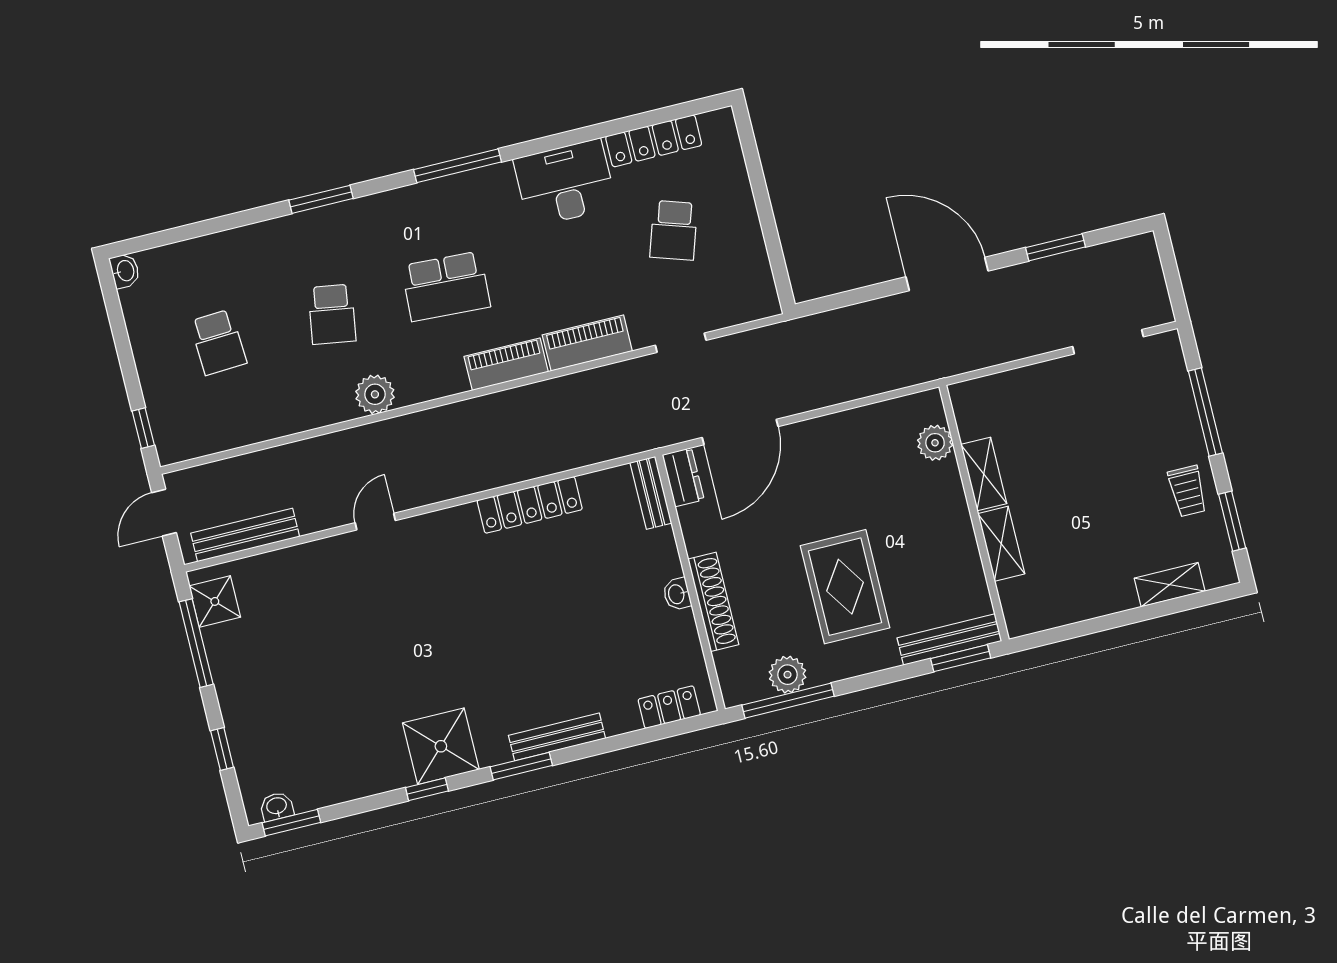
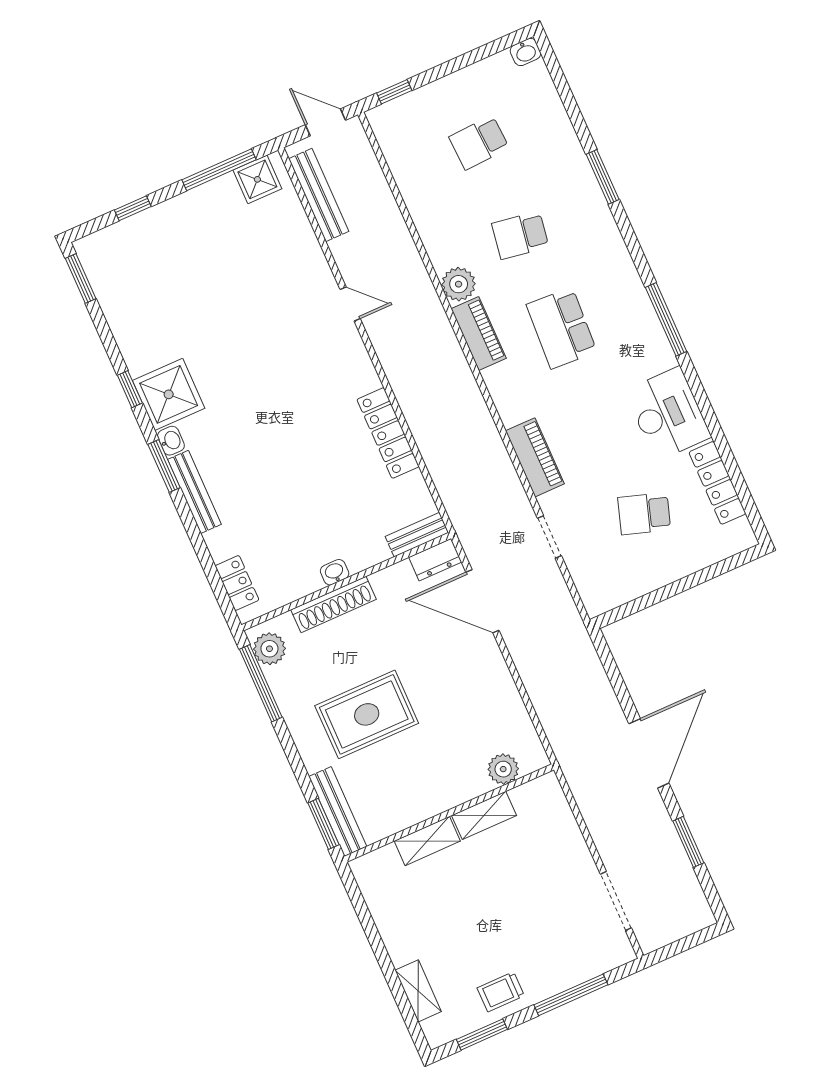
window: (321, 199) -> (603, 177), moved
piano: (506, 364) -> (479, 333), moved
plant: (788, 675) -> (269, 649), moved
washbasin: (277, 806) -> (171, 441), moved

